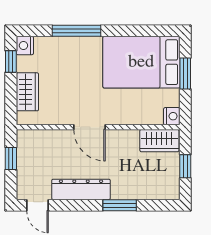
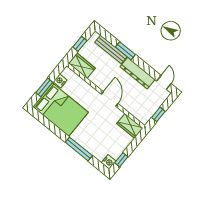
wardrobe: (27, 92) -> (130, 126), moved, turned -90
nightstand: (172, 116) -> (60, 81), moved
bench: (140, 192) -> (111, 49), added

